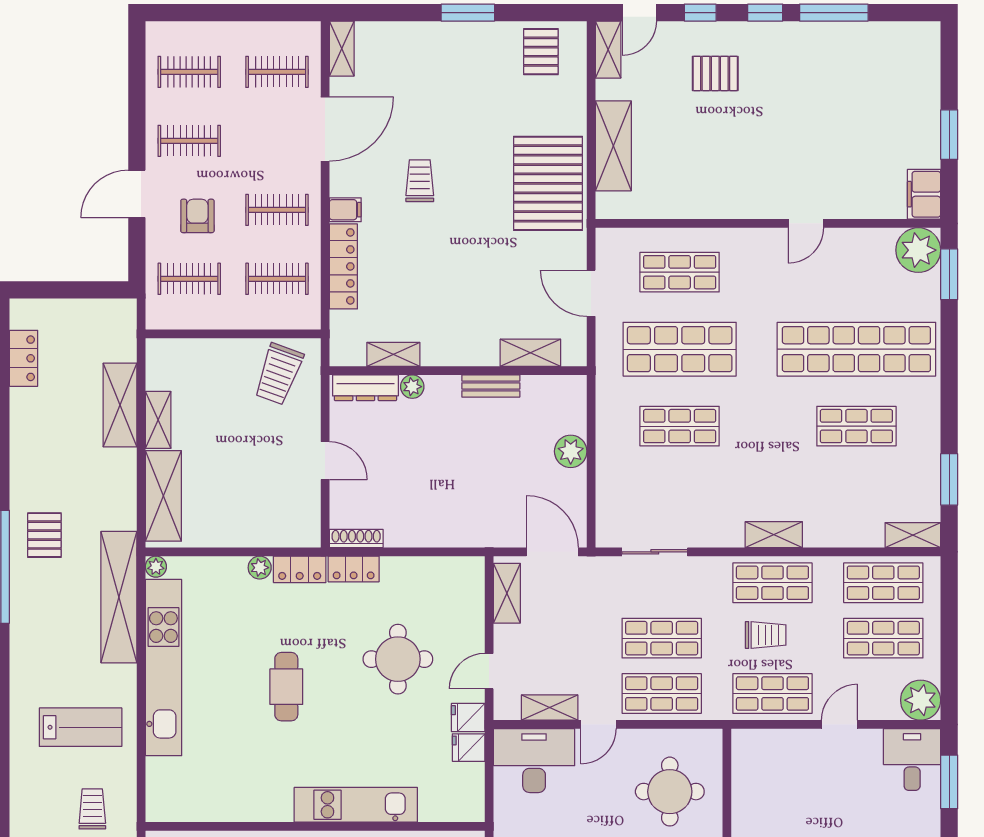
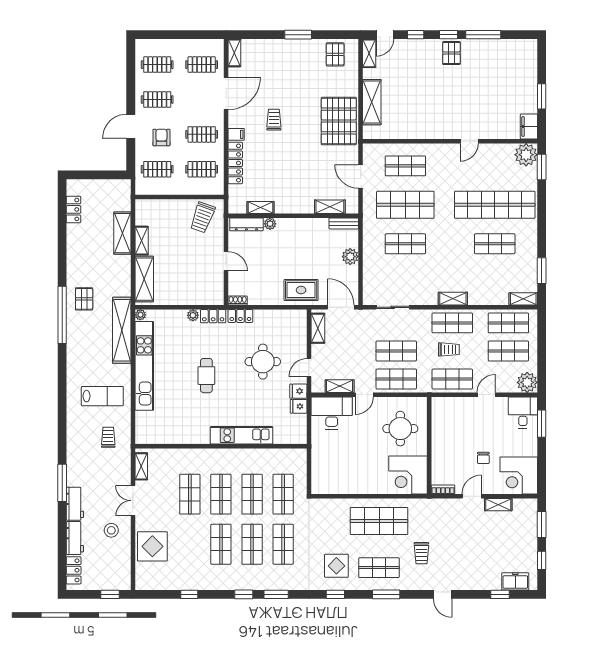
pallet: (715, 73) -> (451, 53), moved, turned 90
bench: (491, 386) -> (344, 223), moved
rug: (473, 518) -> (301, 290), added
shoe rack: (356, 538) -> (238, 301), width x0.70

